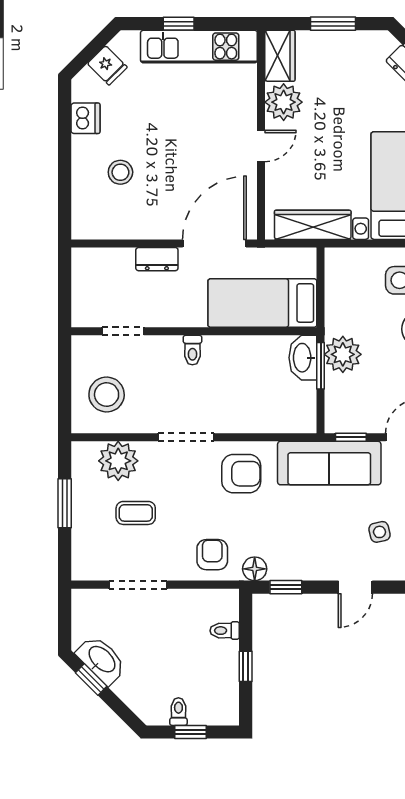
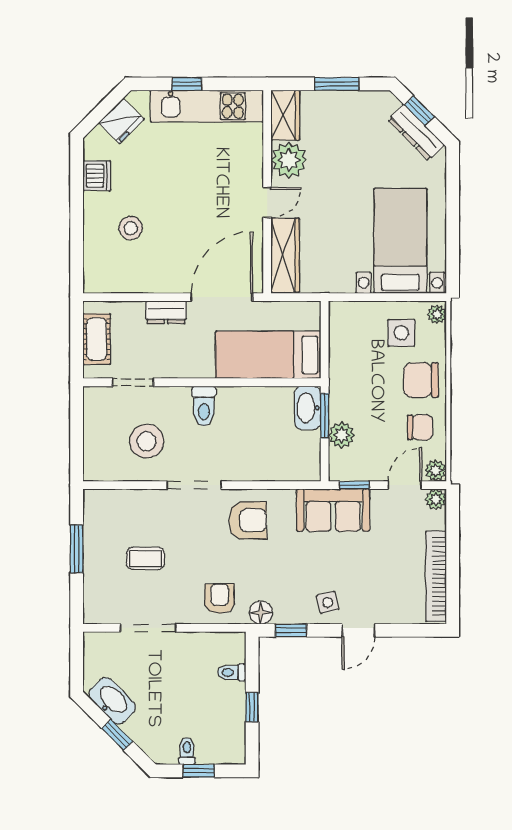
fridge: (107, 65) -> (121, 121), width x1.38
wardrobe: (313, 225) -> (285, 255), moved, turned 90
cot: (85, 287) -> (97, 339), added
toilet: (192, 350) -> (204, 406), width x1.37, depth x1.39
plant: (343, 354) -> (342, 435), moved, width x0.73, depth x0.73
stool: (107, 394) -> (147, 441), moved
plant: (118, 461) -> (128, 508), removed
sofa: (329, 463) -> (333, 510), width x0.73
side table: (380, 532) -> (328, 602), moved
window: (91, 679) -> (117, 735), moved

